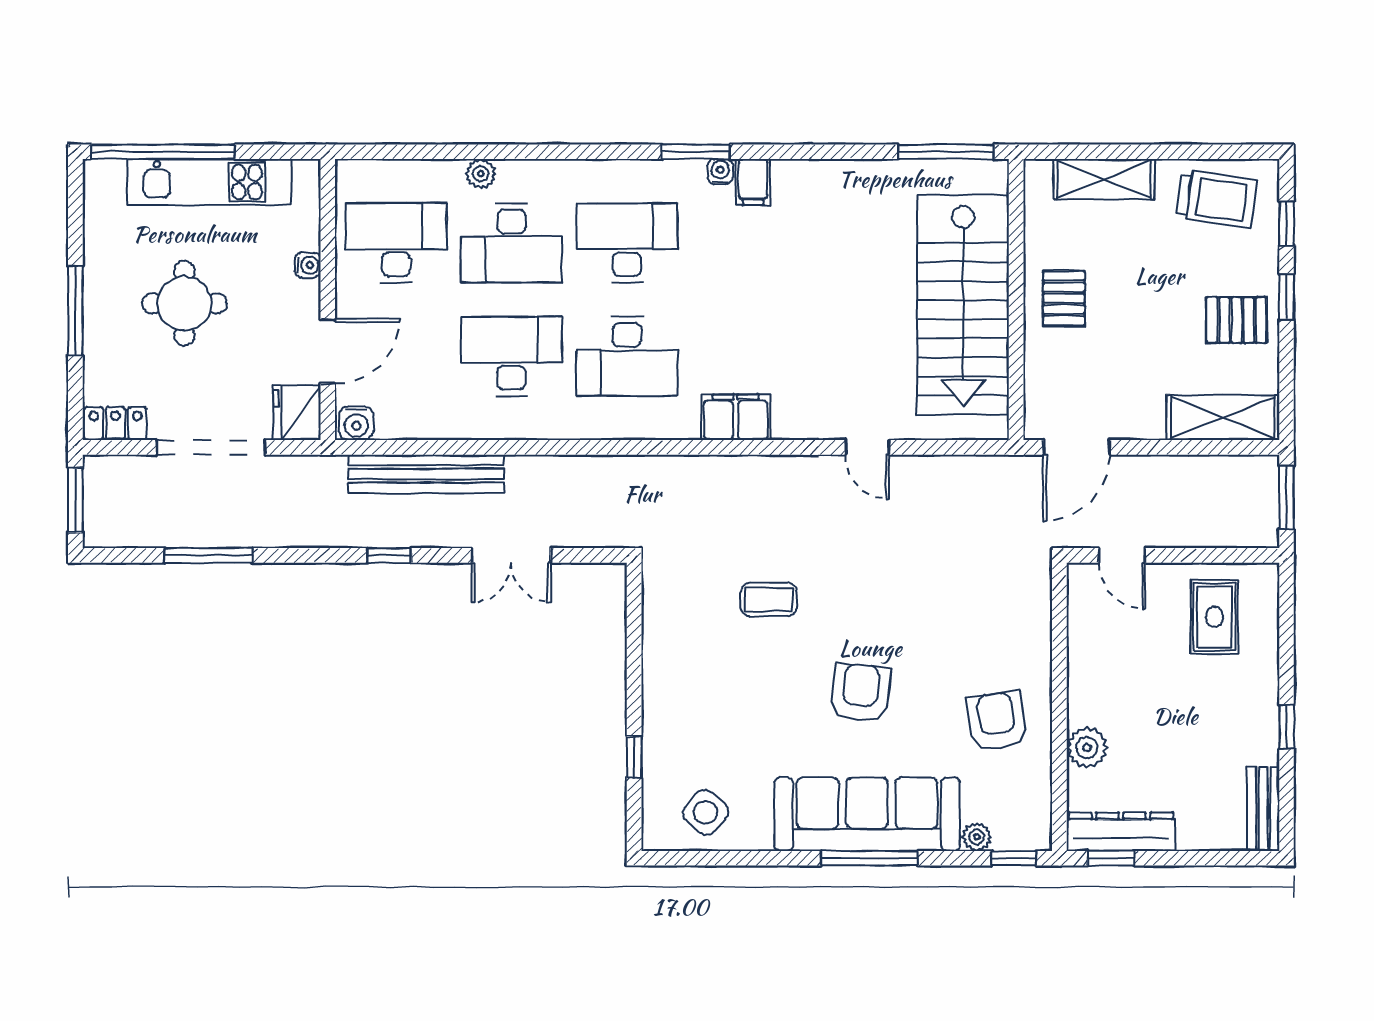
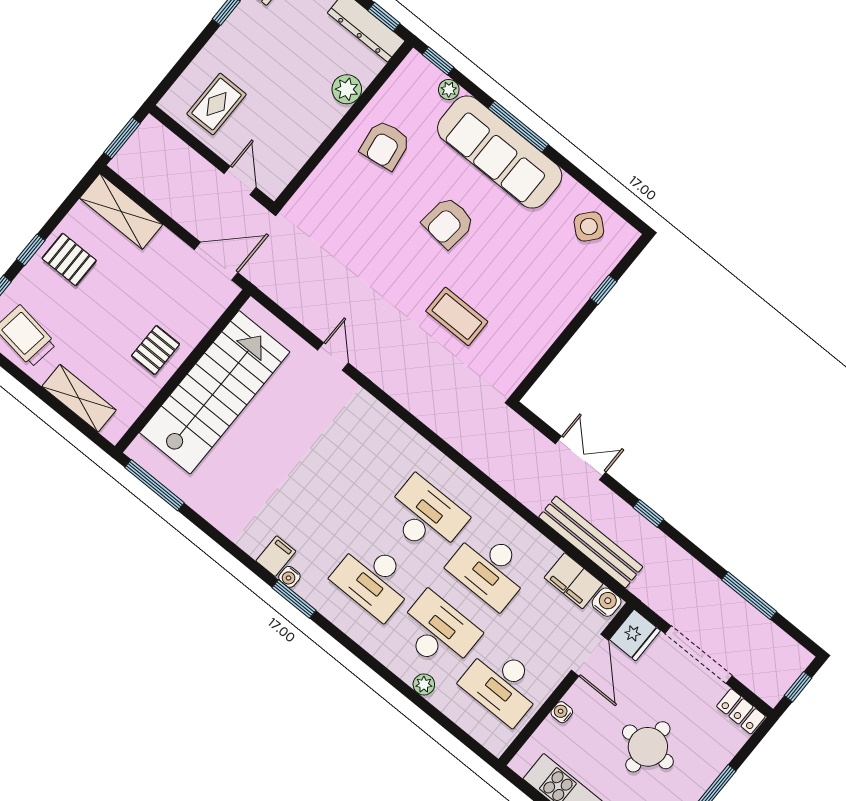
door: (328, 351) -> (590, 655), swing flipped
filing cabinet: (736, 417) -> (574, 581), moved
window: (75, 500) -> (798, 687), width x0.67
coffee table: (769, 599) -> (457, 316), width x1.36, depth x1.30

